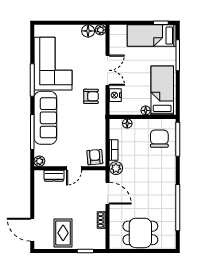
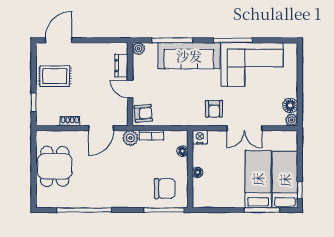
bed: (162, 90) -> (258, 179), moved, turned -90
nightstand: (115, 95) -> (200, 137), moved

